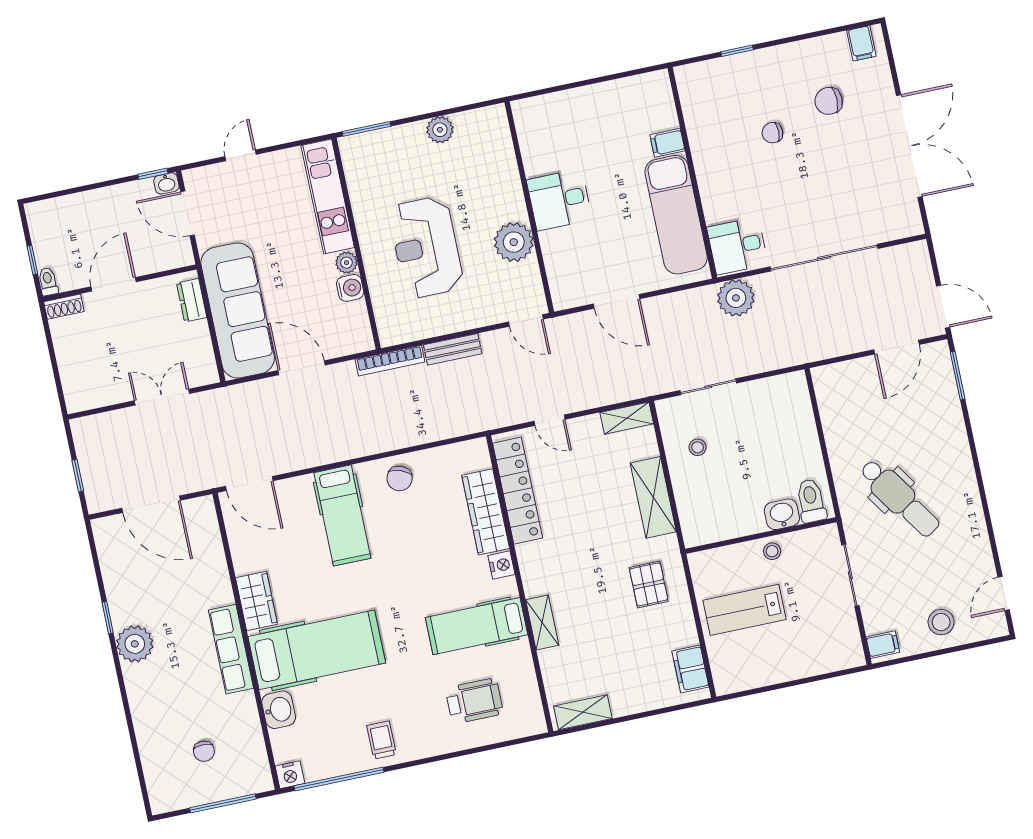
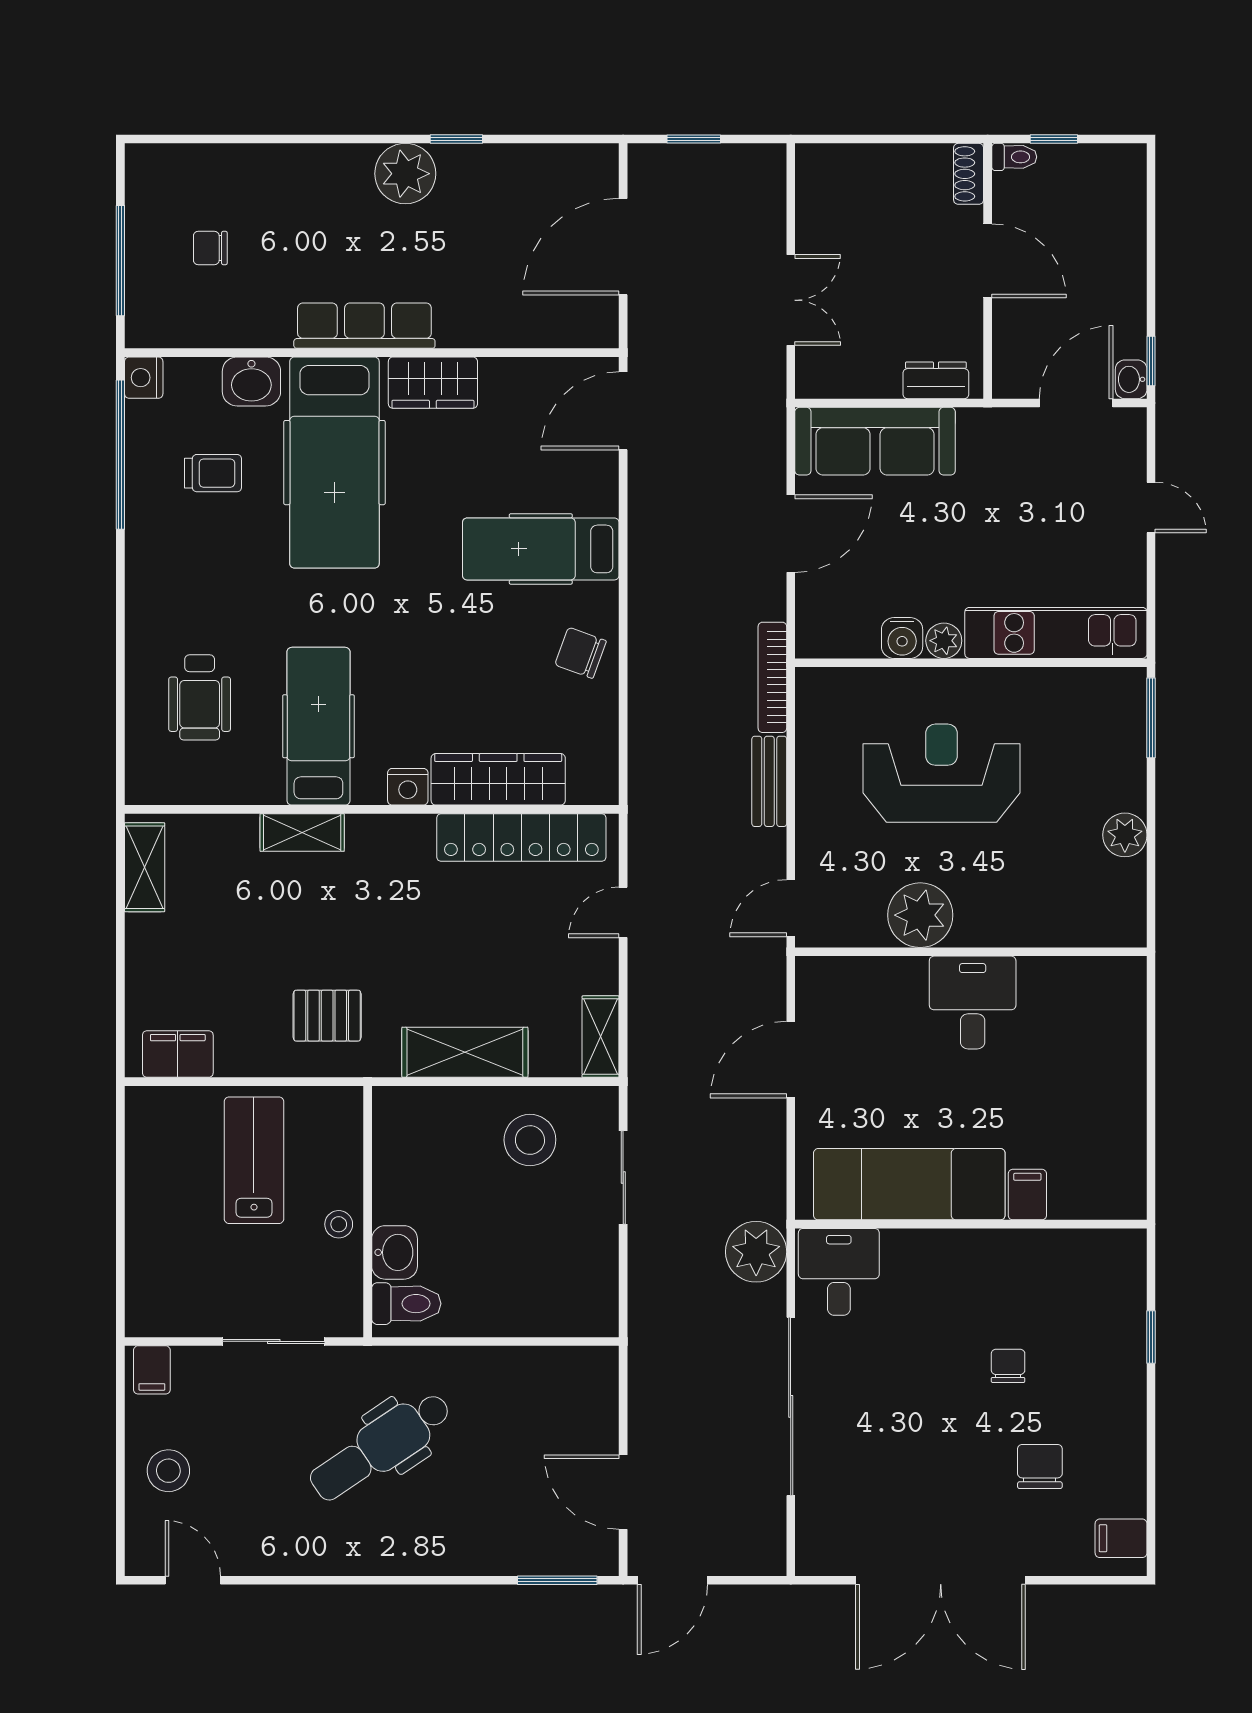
sofa: (238, 311) -> (875, 441), width x0.74, depth x0.79
stool: (698, 447) -> (530, 1140), width x1.89, depth x1.89
trolley: (382, 740) -> (213, 473), moved

